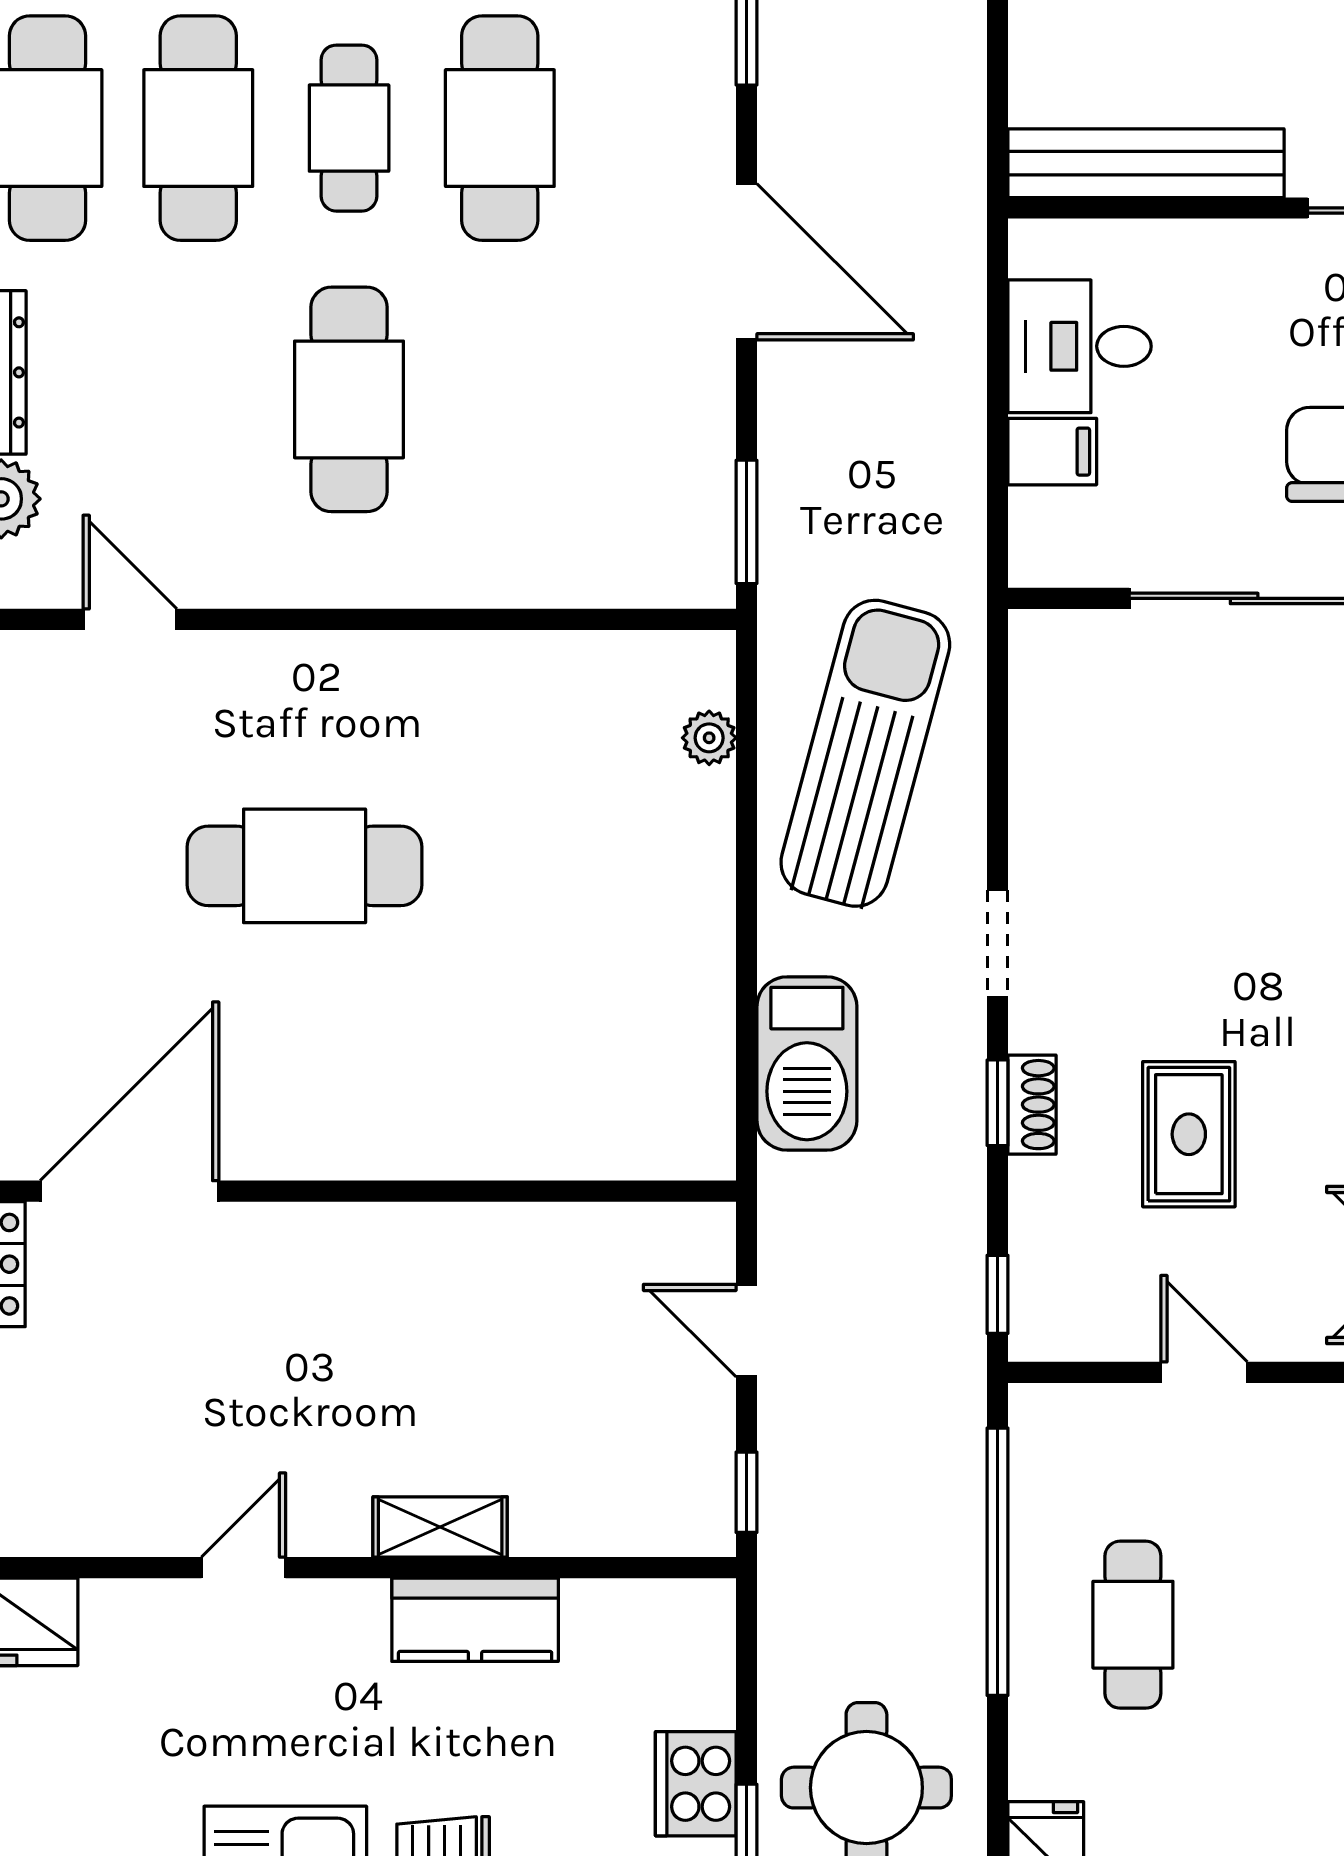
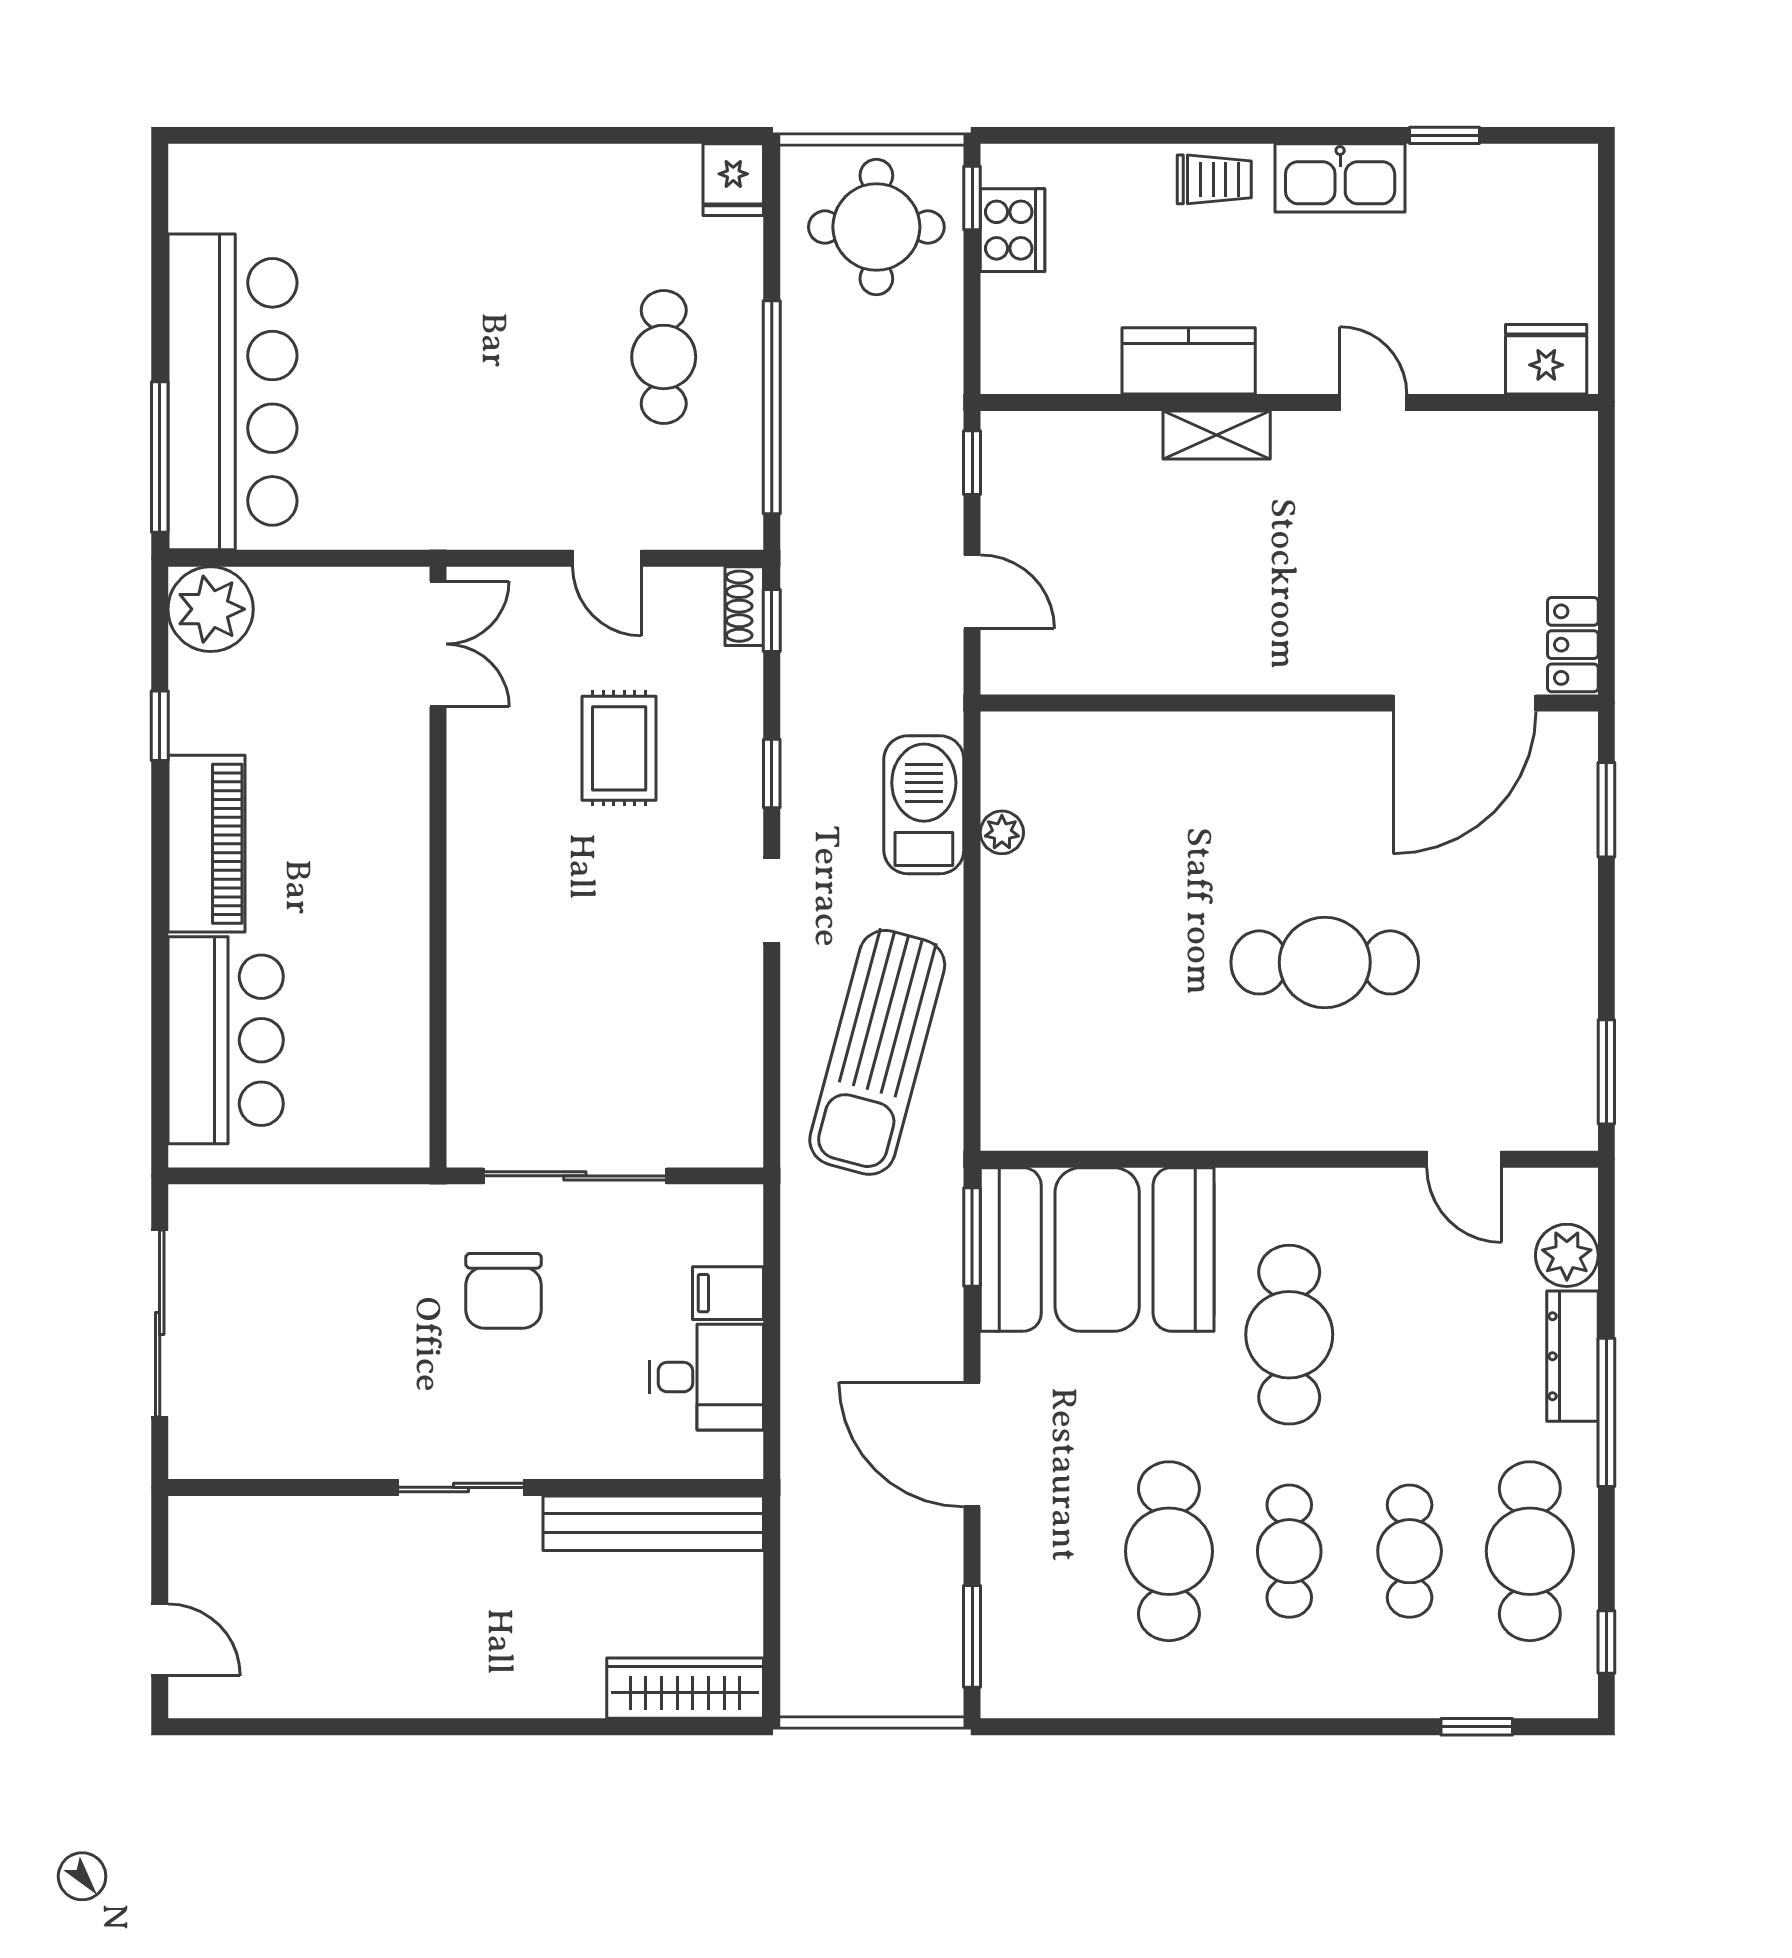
cafe table: (198, 128) -> (1410, 1551), width x0.73, depth x0.74
booth: (590, 506) -> (1097, 1249), added
plant: (709, 738) -> (1002, 832), moved
shoe rack: (1032, 1105) -> (744, 606), moved
door: (244, 1568) -> (1373, 402), swing flipped

